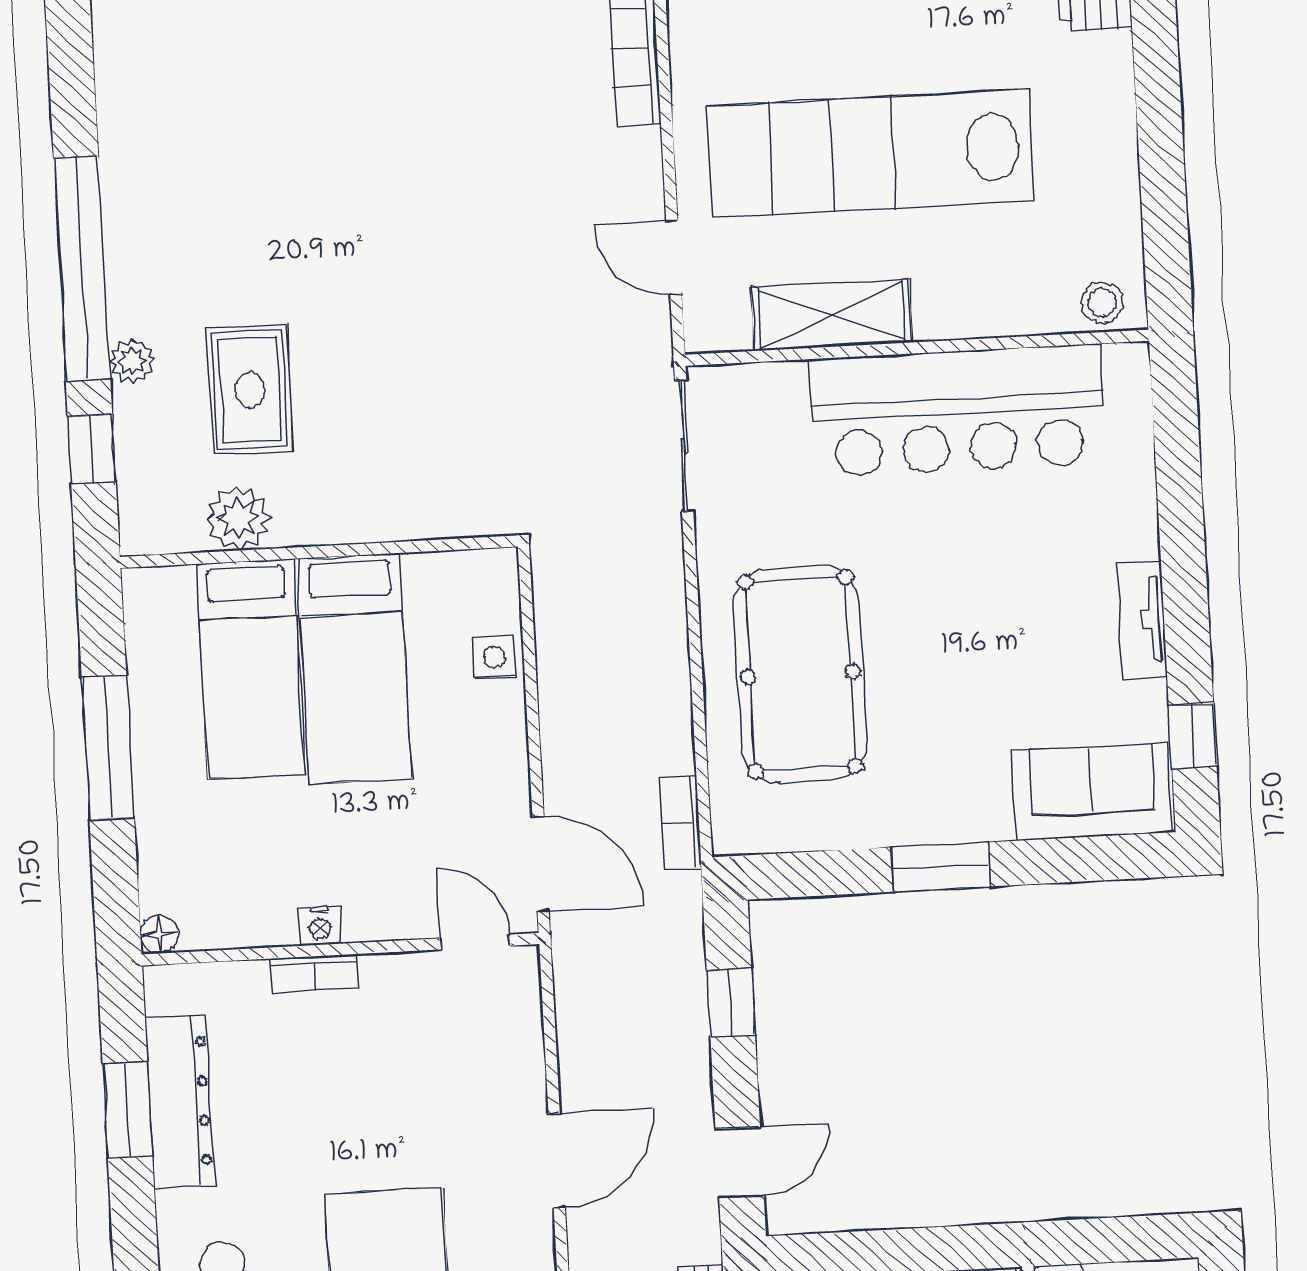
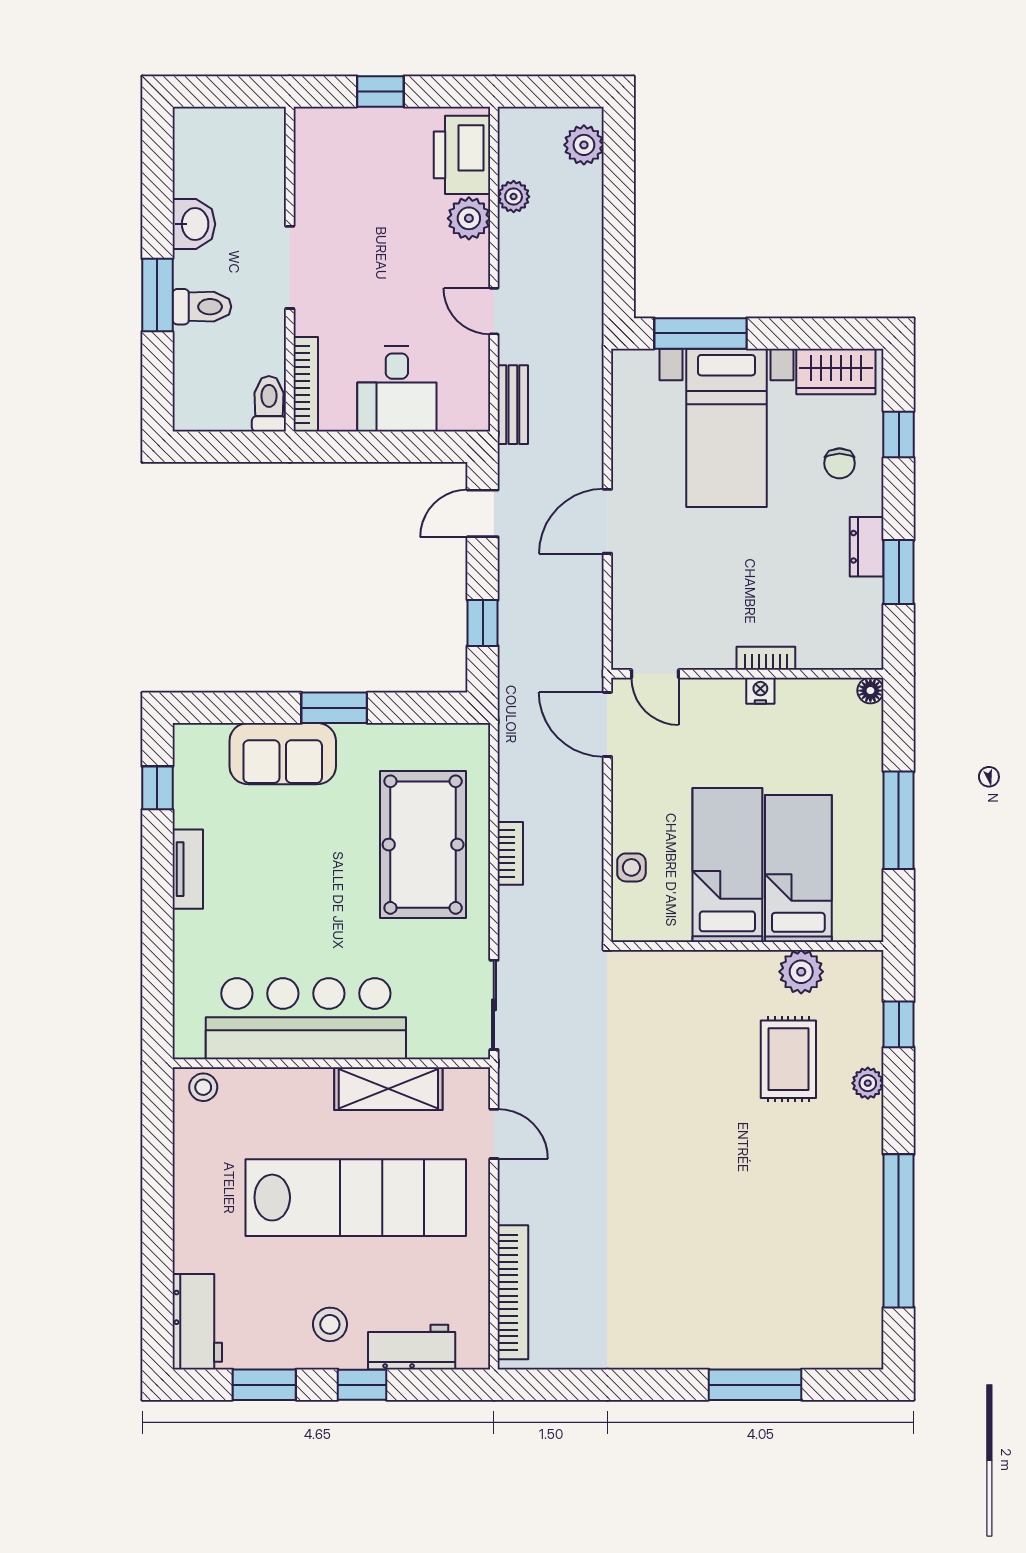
window: (82, 268) -> (899, 1231), moved
sofa: (1092, 792) -> (283, 754), moved
bookcase: (681, 823) -> (510, 853), moved
dresser: (180, 1102) -> (867, 547), width x0.51, depth x0.80

